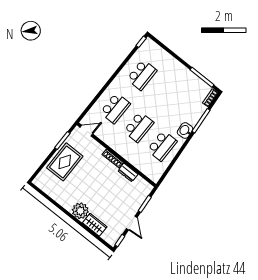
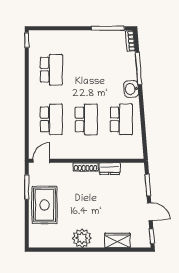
plant: (80, 211) -> (82, 238), moved

